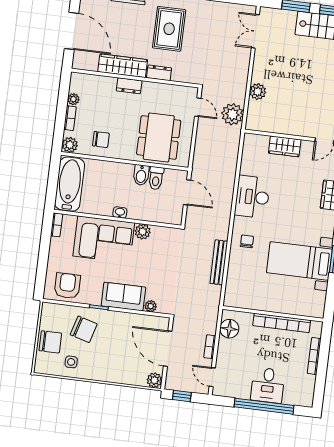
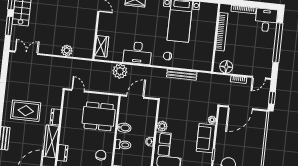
double door: (255, 31) -> (26, 53), swing flipped
dresser: (129, 86) -> (63, 153), moved
door: (198, 107) -> (78, 91), hinge flipped
plant: (232, 114) -> (120, 71), moved
wardrobe: (285, 146) -> (102, 46), moved
toilet: (156, 178) -> (123, 145), moved
plant: (154, 380) -> (262, 116), removed
desk: (268, 385) -> (266, 20), moved, turned -90

